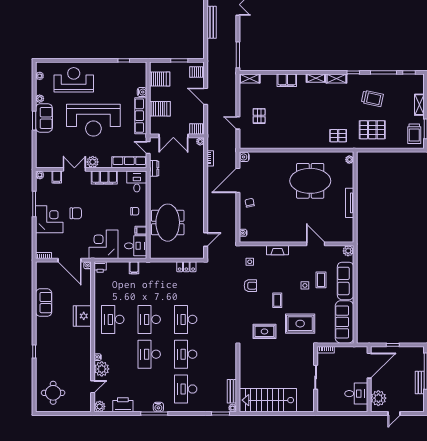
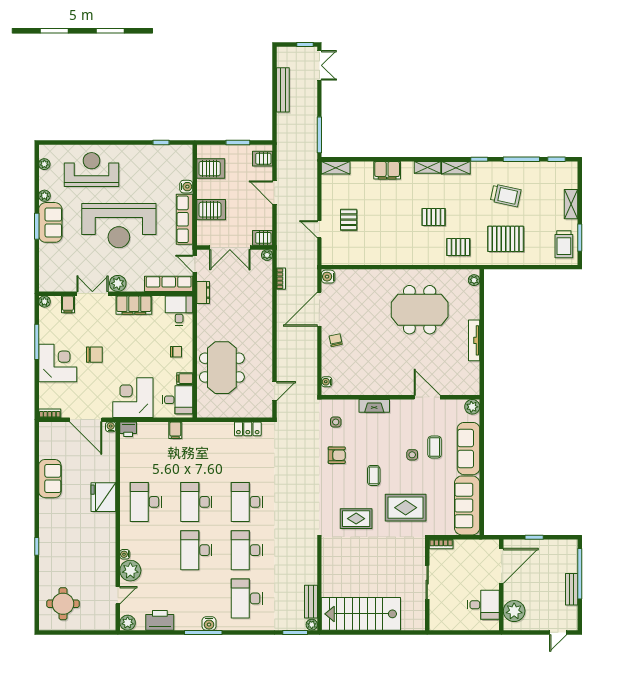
pallet: (320, 114) -> (434, 217), added
door: (394, 414) -> (558, 632), moved

